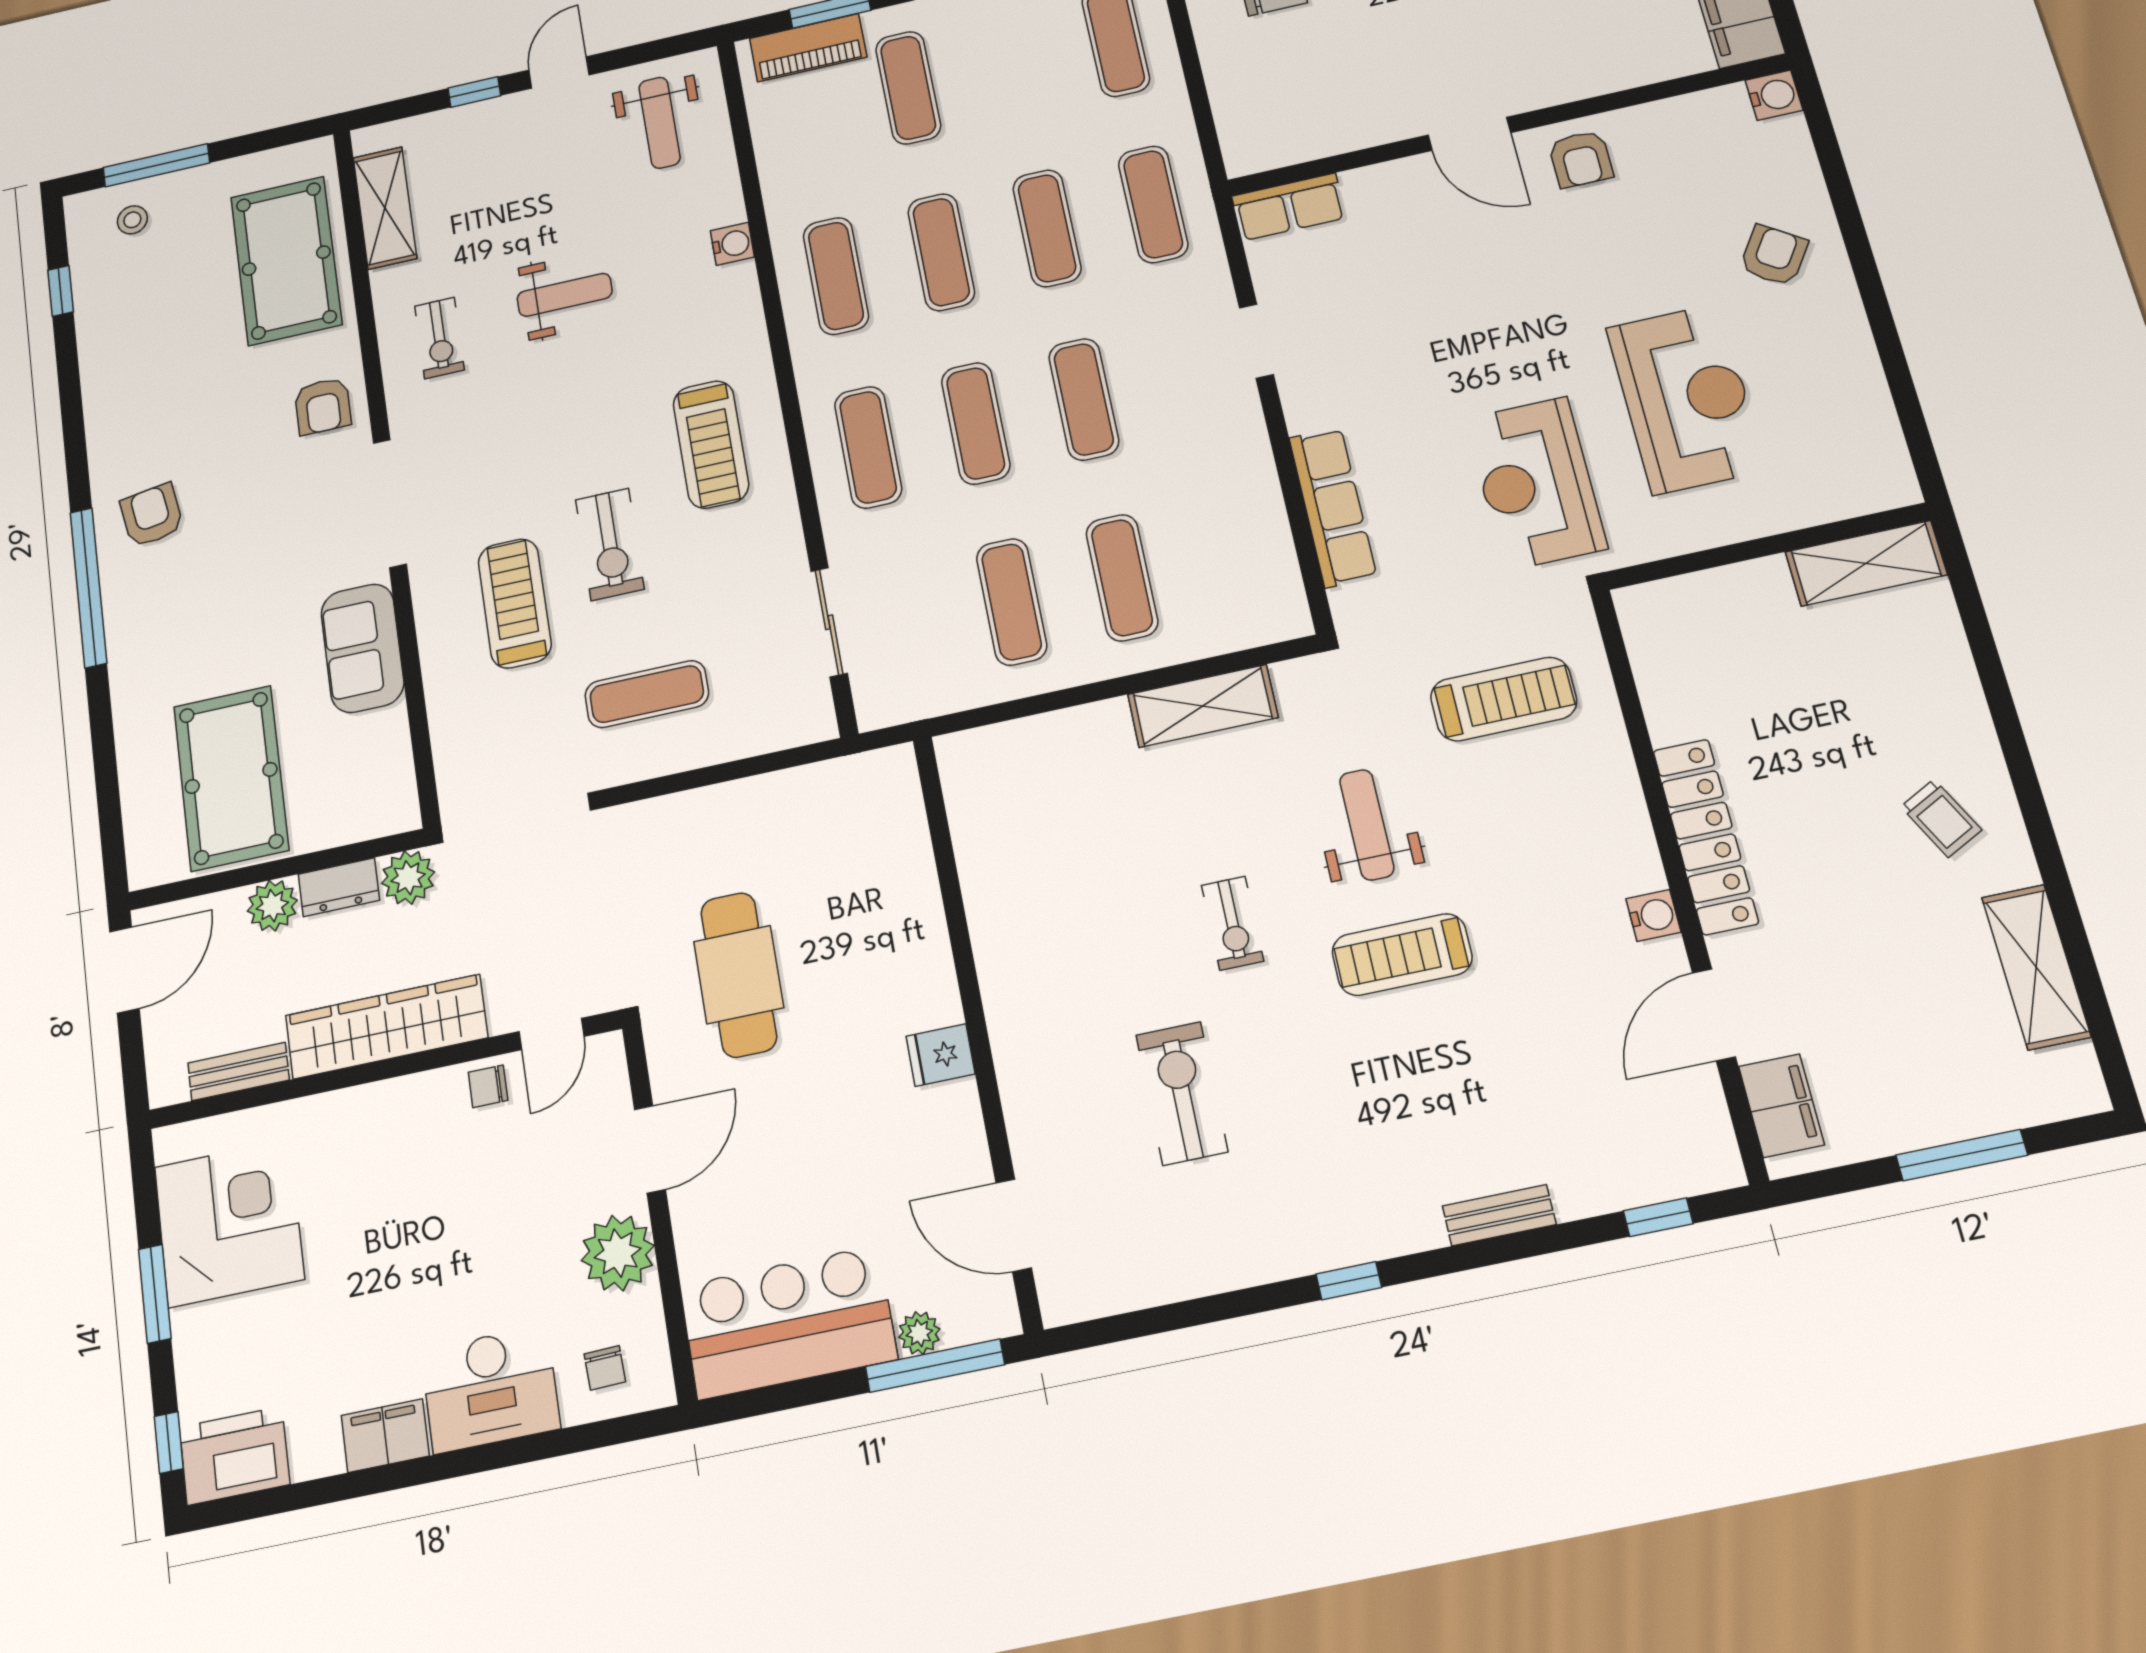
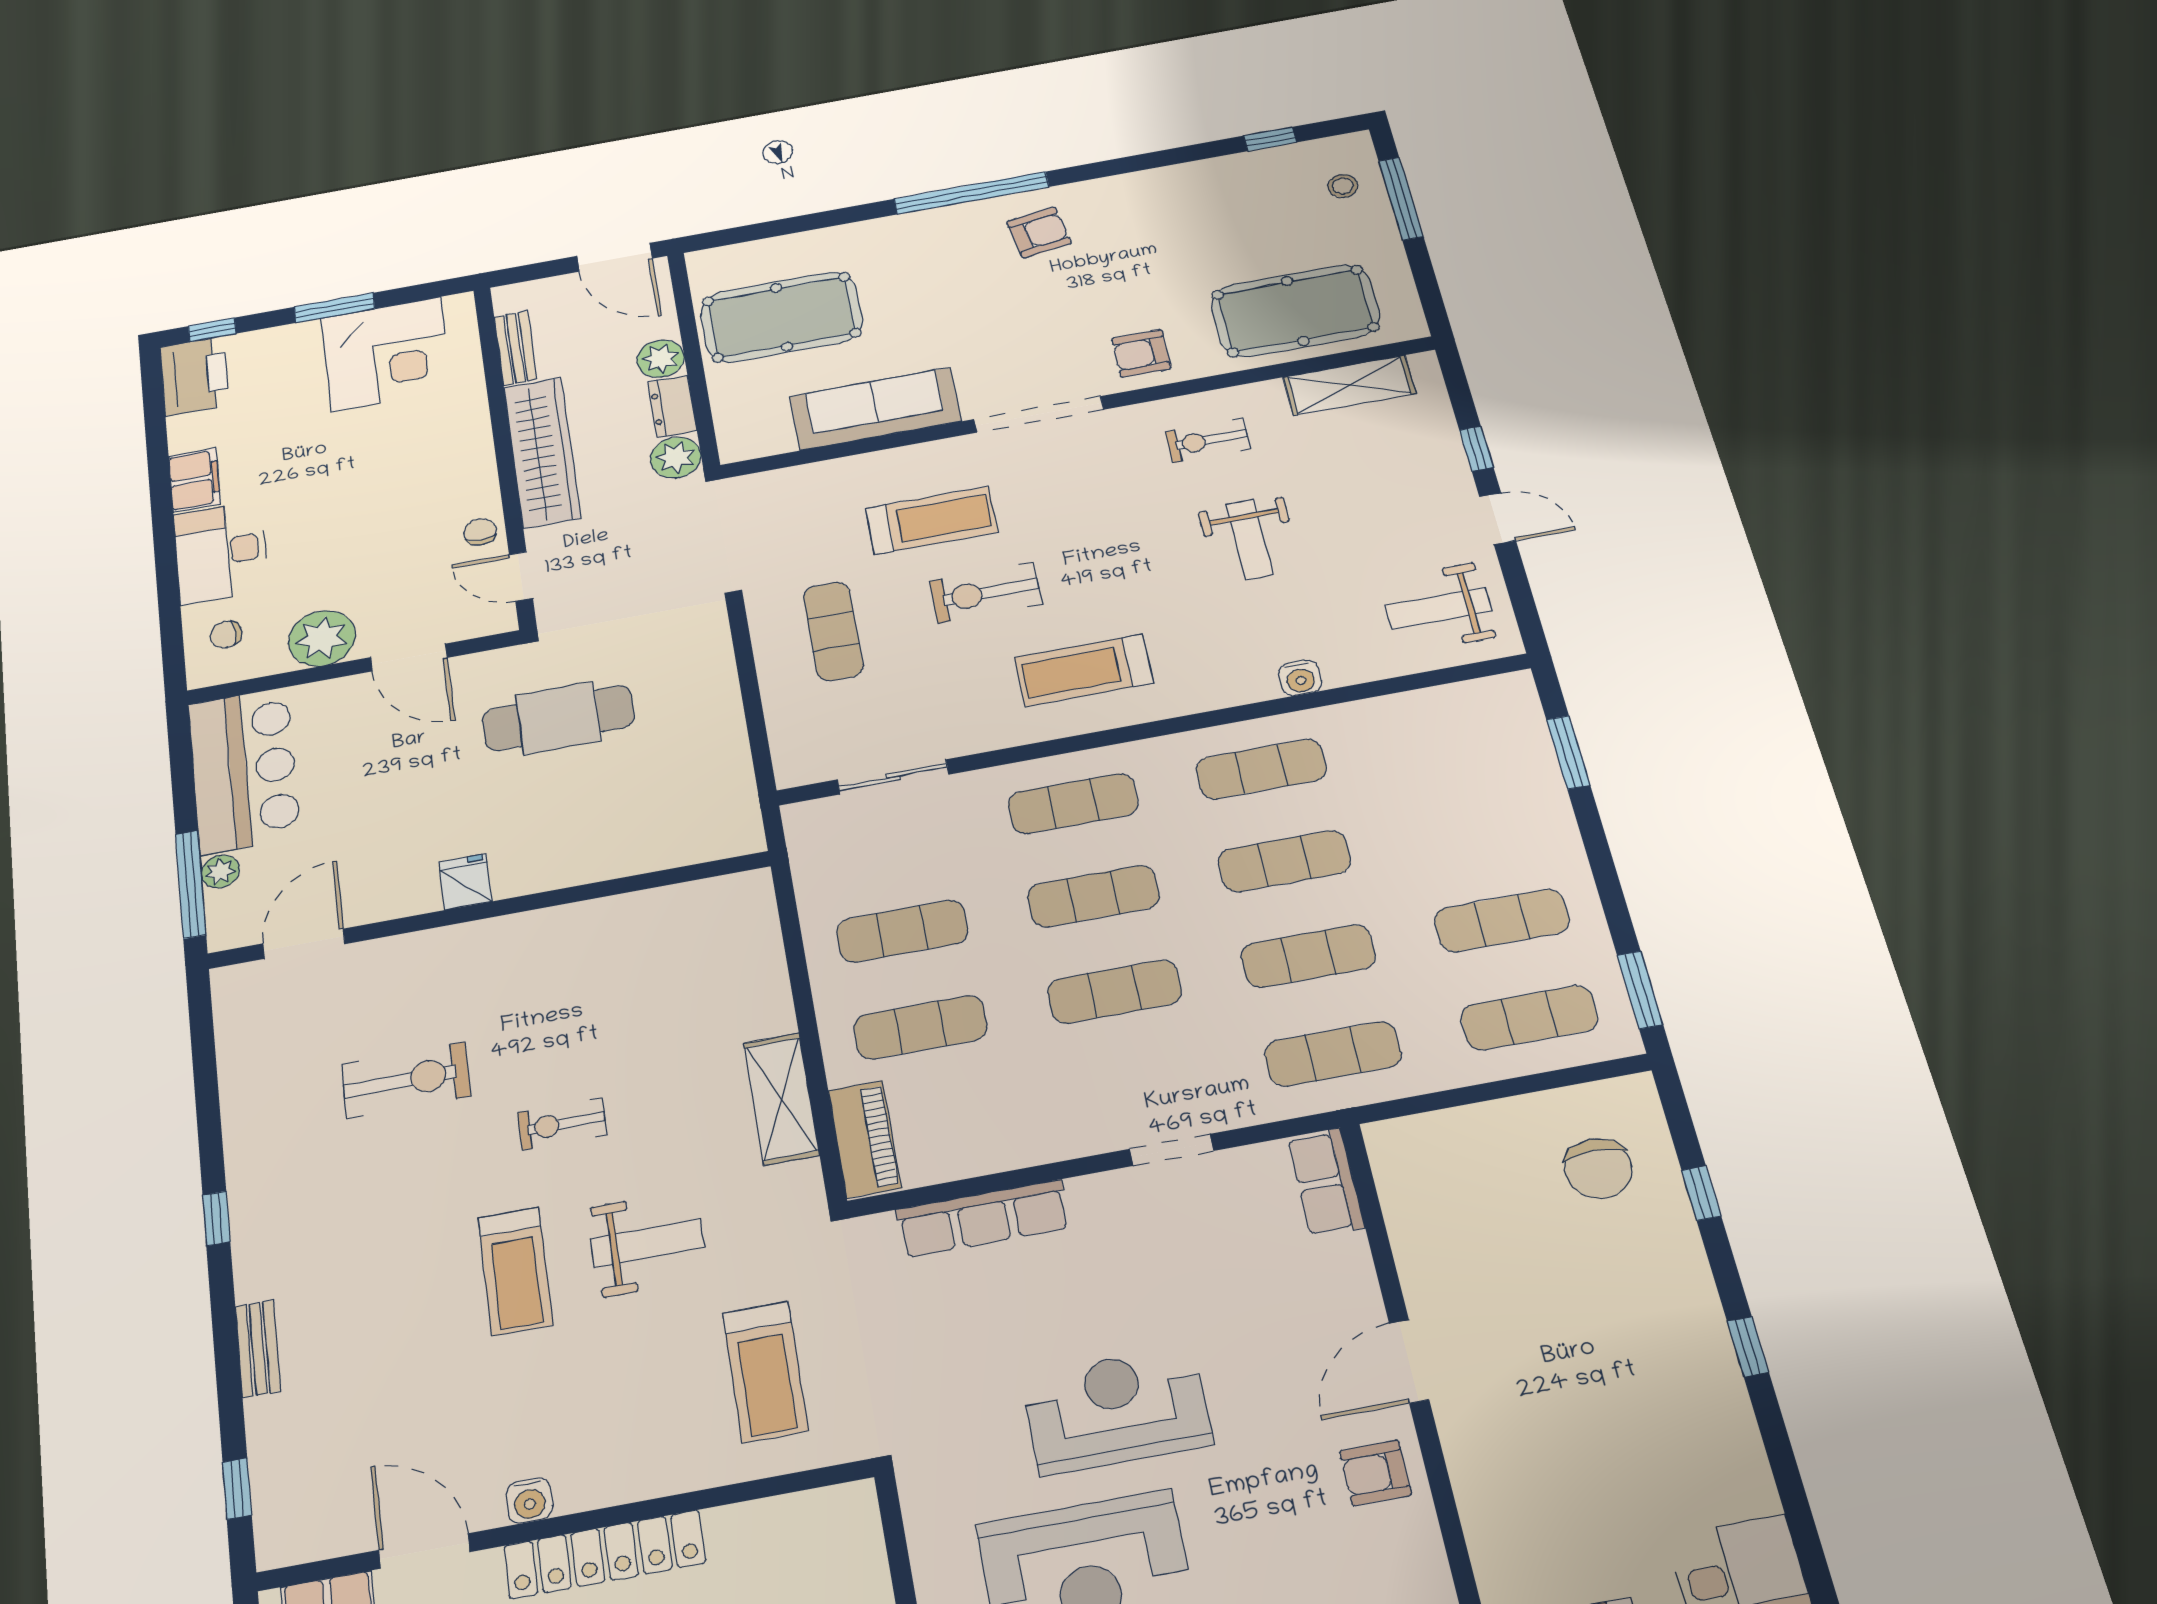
piano: (808, 48) -> (865, 1139), moved, turned 180
exercise mat: (908, 88) -> (1502, 921), moved
reception desk: (1536, 483) -> (1117, 1410), moved
sofa: (362, 648) -> (875, 409), width x1.36
treadmill: (1402, 955) -> (515, 1271), turned 180

